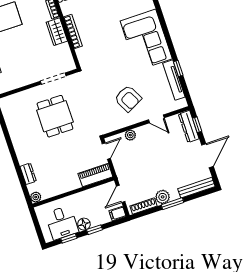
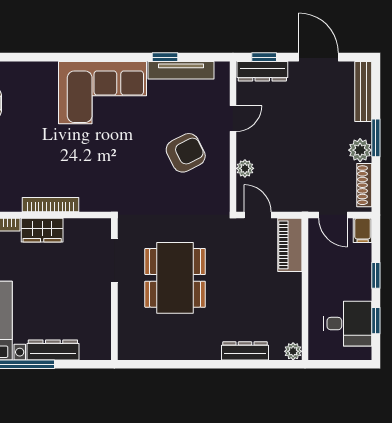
dining table: (55, 116) -> (175, 278), width x1.38
dresser: (28, 174) -> (245, 351), width x1.44
floor lamp: (84, 224) -> (361, 289), removed

